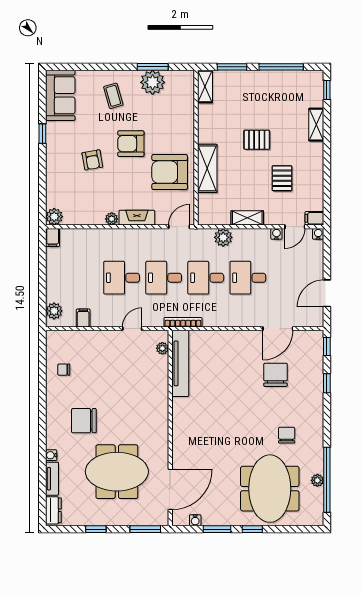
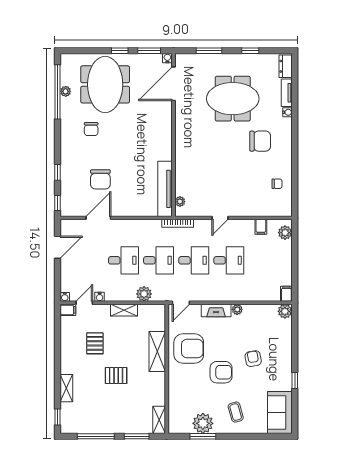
plant: (162, 348) -> (180, 202), moved
tv unit: (180, 363) -> (165, 189), moved
wall: (170, 428) -> (173, 135), moved
door: (170, 489) -> (173, 84), moved

